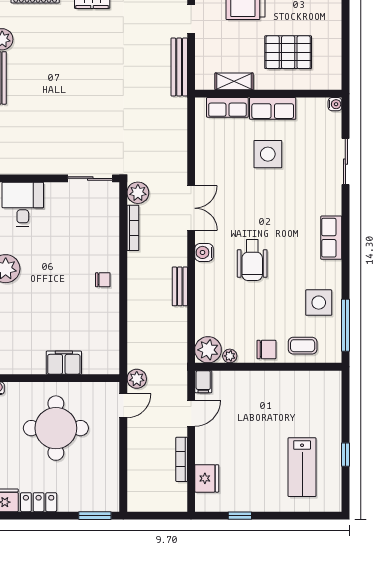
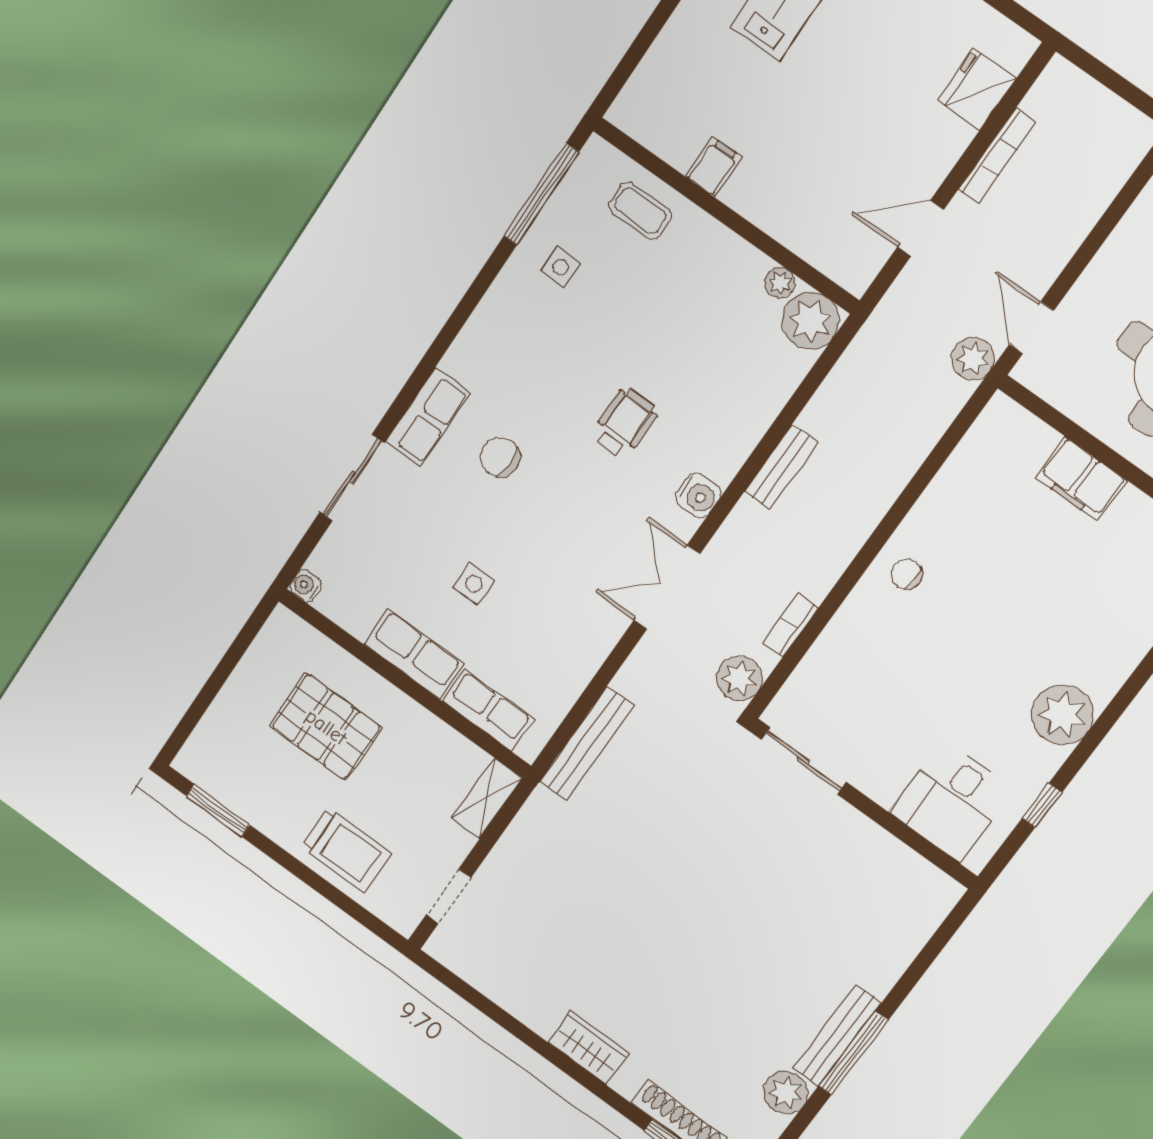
bench: (179, 67) -> (587, 743), moved
shelving: (234, 81) -> (487, 798), moved, turned 90
side table: (268, 154) -> (474, 584), width x0.54, depth x0.54
bookcase: (133, 228) -> (791, 625), width x0.64
row of seats: (331, 238) -> (428, 417), moved
wheelchair: (252, 260) -> (625, 423), width x0.73, depth x0.73
side table: (319, 303) -> (561, 267), width x0.54, depth x0.54
chair: (266, 349) -> (500, 457), moved
filing cabinet: (203, 382) -> (714, 167), moved
door: (123, 406) -> (1032, 327), hinge flipped

